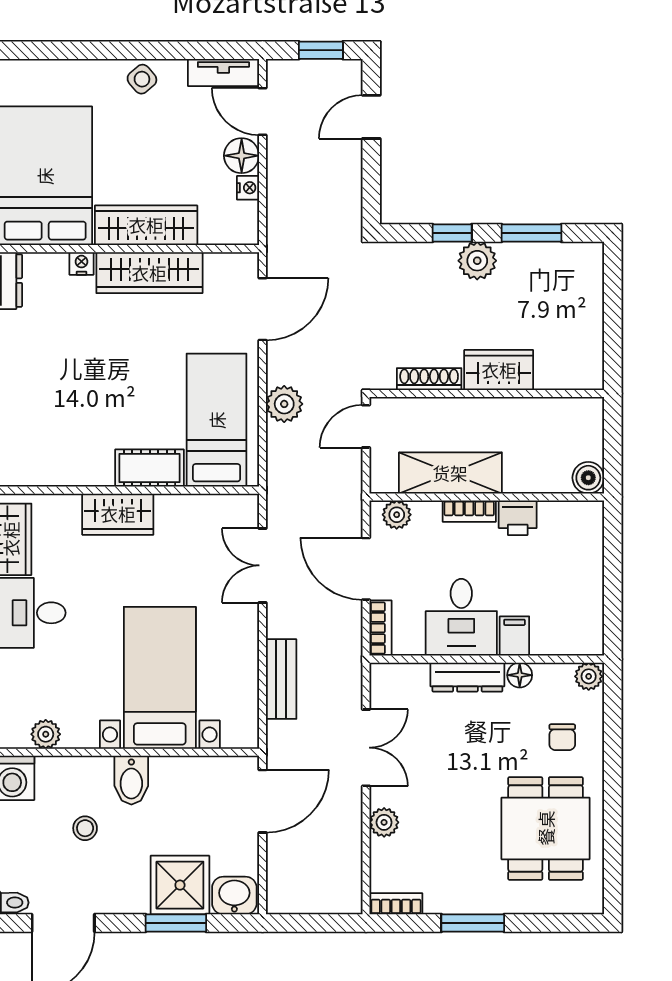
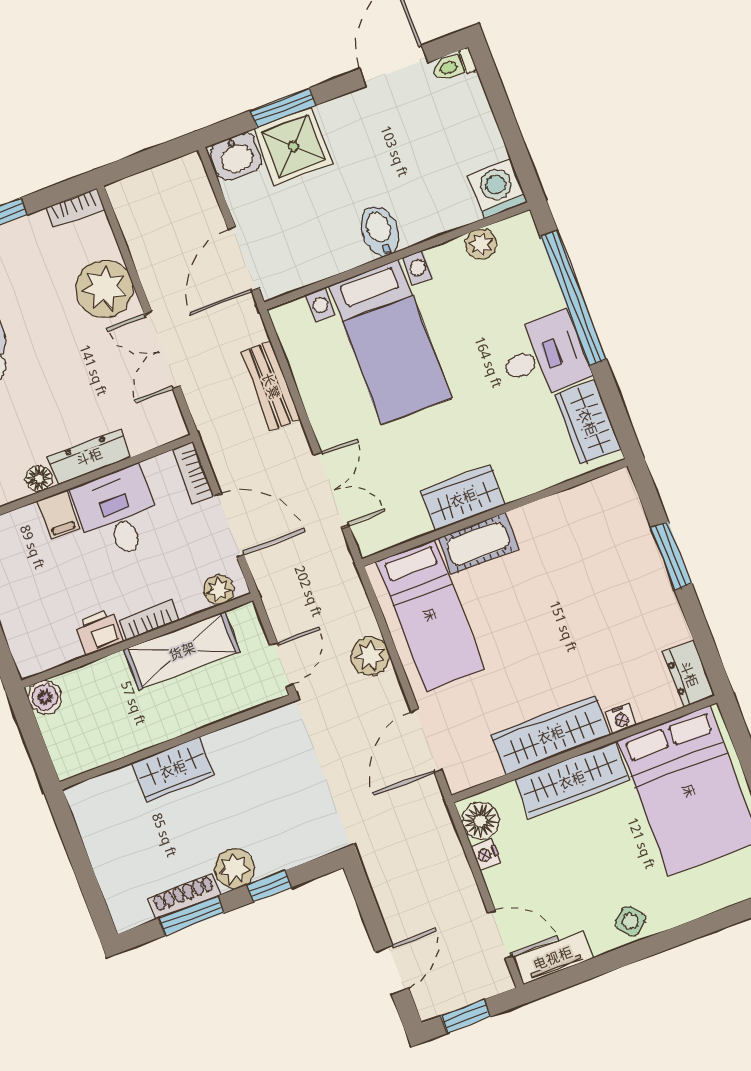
floor lamp: (242, 156) -> (481, 821), moved
shoe rack: (429, 379) -> (185, 896), moved, turned 180
wardrobe: (118, 514) -> (463, 498), moved
plant: (384, 822) -> (104, 288), width x1.87, depth x1.87
stool: (85, 828) -> (407, 167), removed

